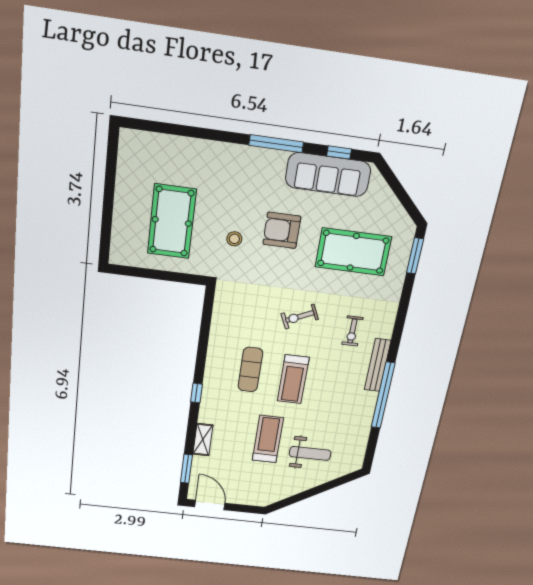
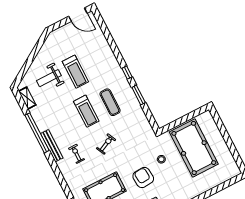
pool table: (172, 221) -> (194, 148), width x1.36, depth x1.32
armchair: (282, 230) -> (143, 177), turned -94
treadmill: (293, 379) -> (86, 111), turned 180
shelving: (203, 440) -> (27, 98), moved
window: (186, 469) -> (139, 95), moved

